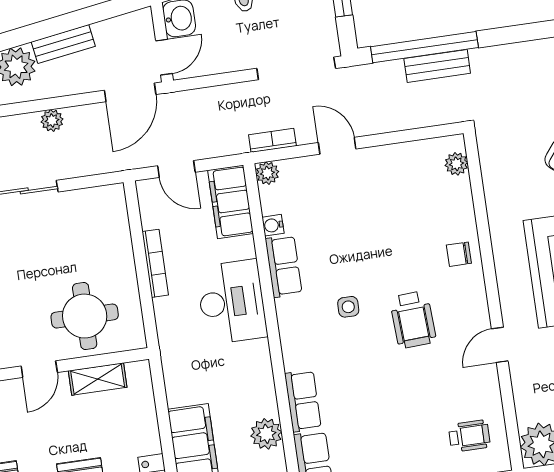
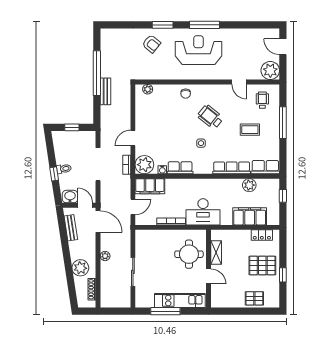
bench: (63, 44) -> (71, 228), moved
window: (424, 47) -> (97, 73), moved
doorway: (296, 68) -> (98, 164), moved
plant: (267, 173) -> (144, 165), width x1.88, depth x1.88
desk: (232, 302) -> (203, 212), moved, turned 180
wheelchair: (413, 320) -> (210, 117), turned -138
door: (500, 345) -> (239, 82), moved
row of seats: (303, 401) -> (232, 168), width x1.48
coffee table: (396, 417) -> (250, 130), added

